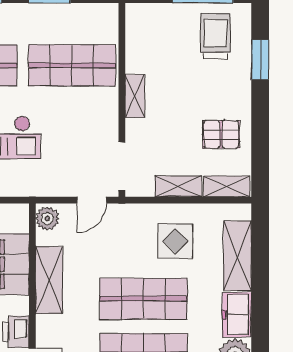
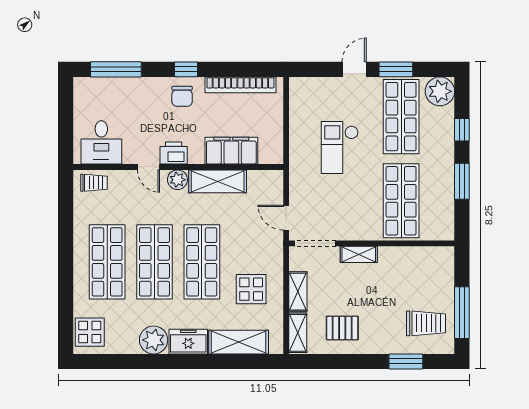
shelving: (135, 96) -> (359, 254), moved
pallet: (221, 134) -> (342, 328), turned 90
plant: (47, 218) -> (177, 180), moved

